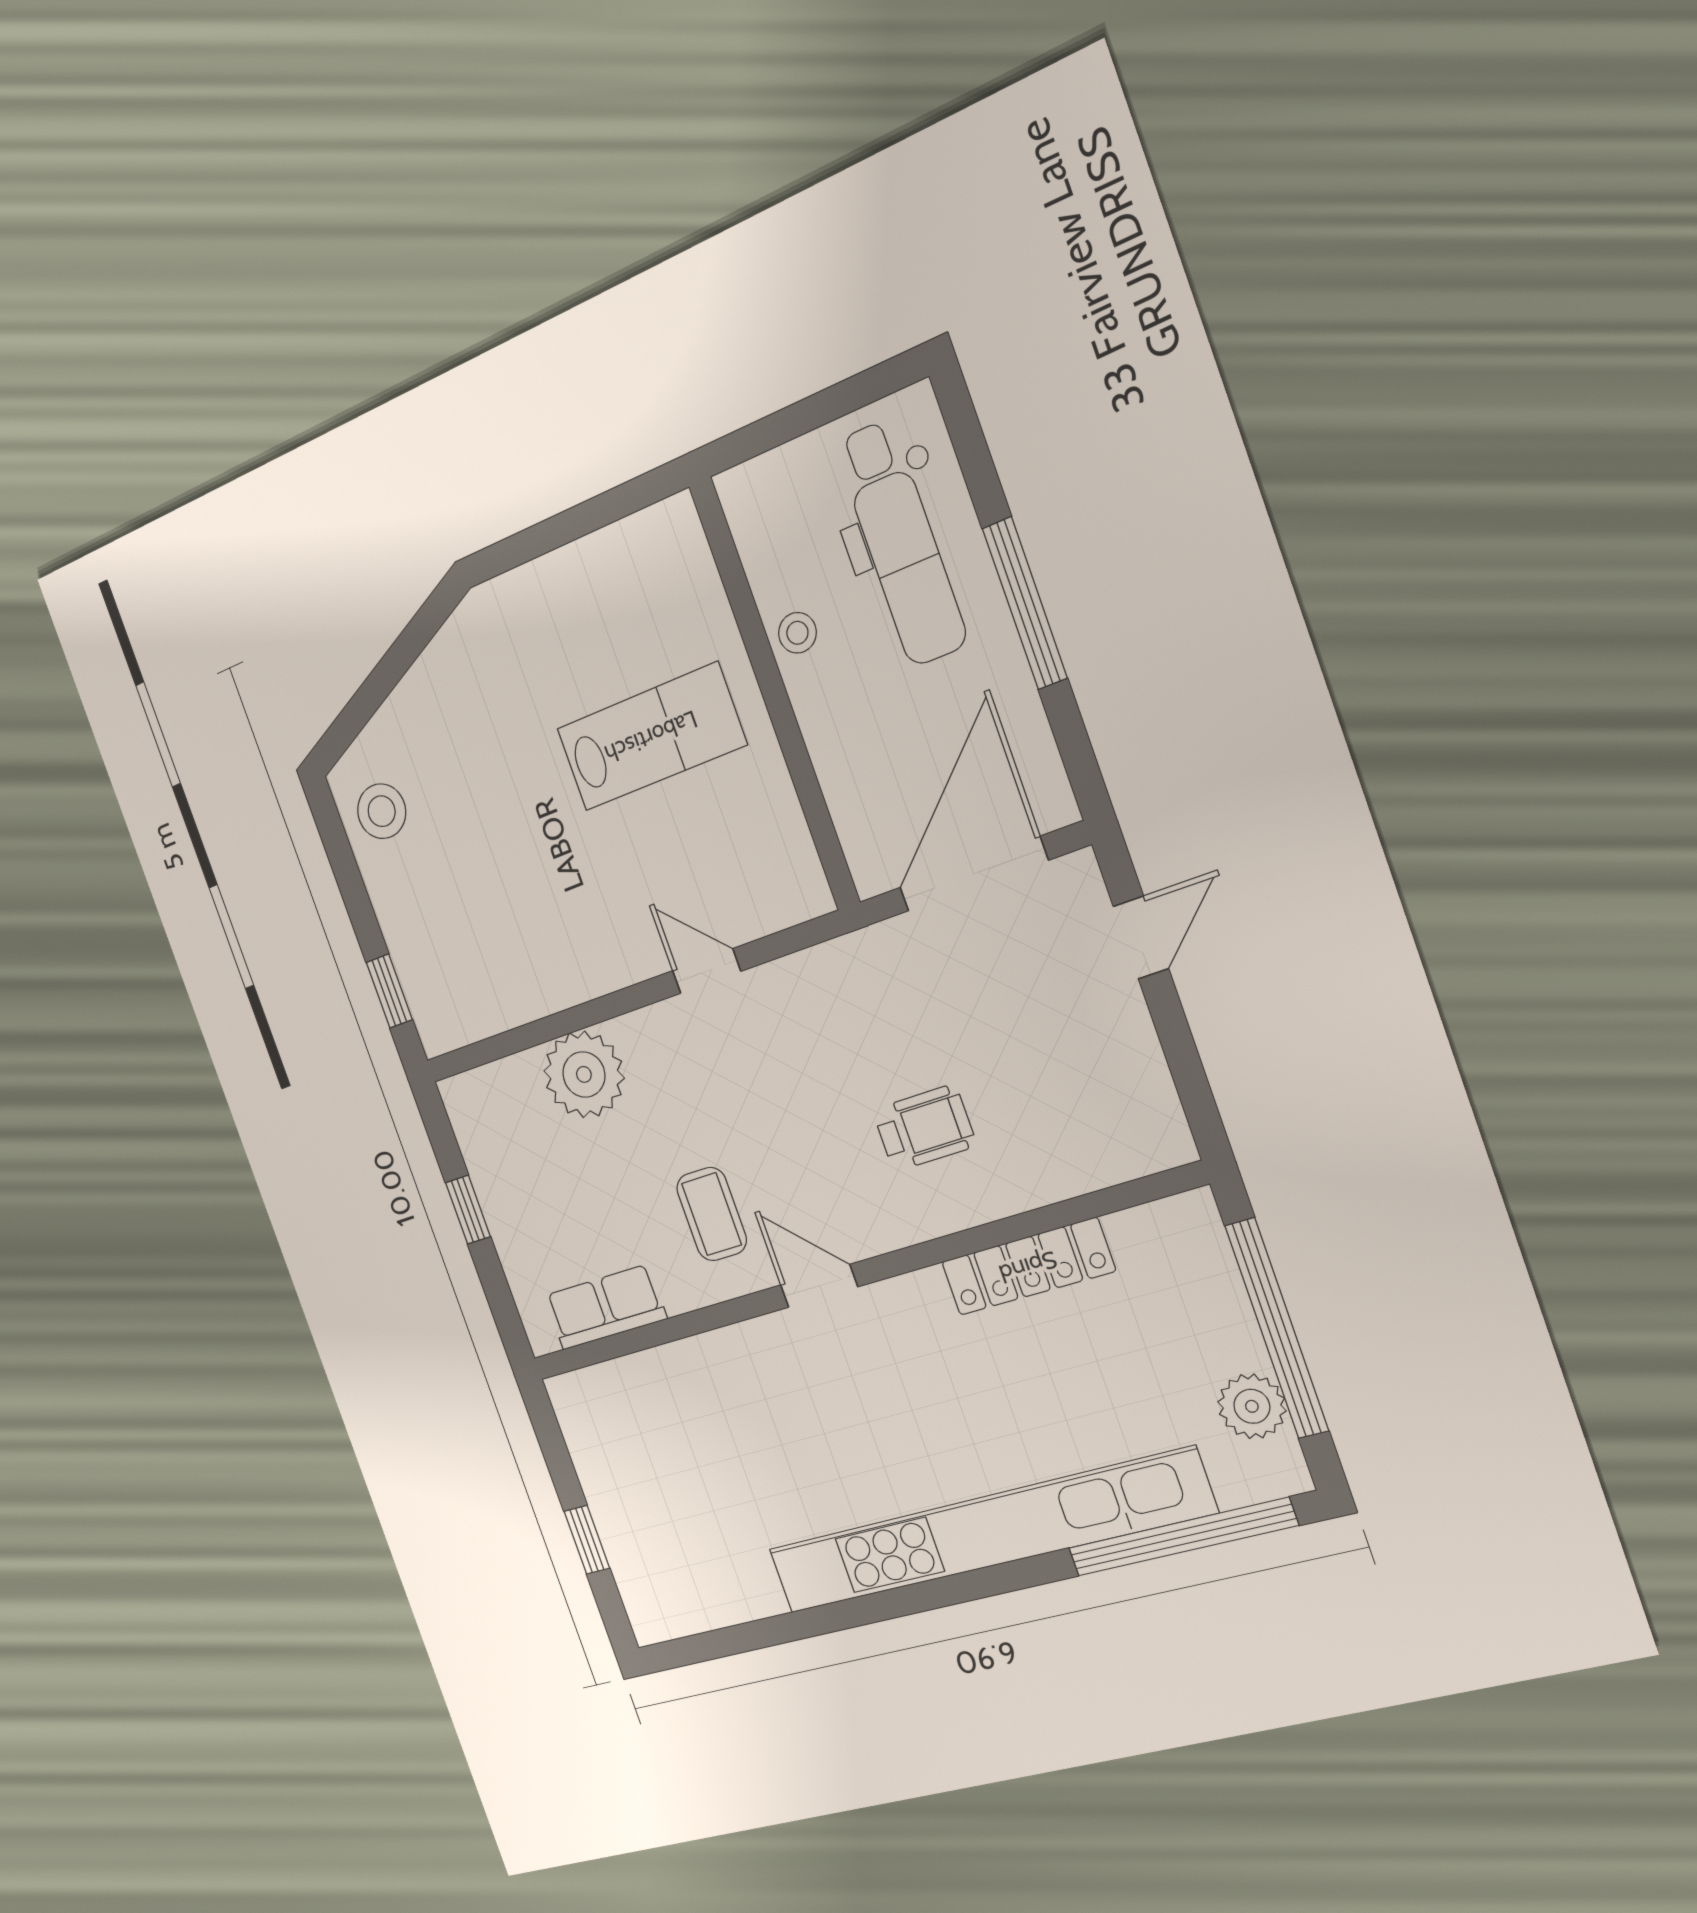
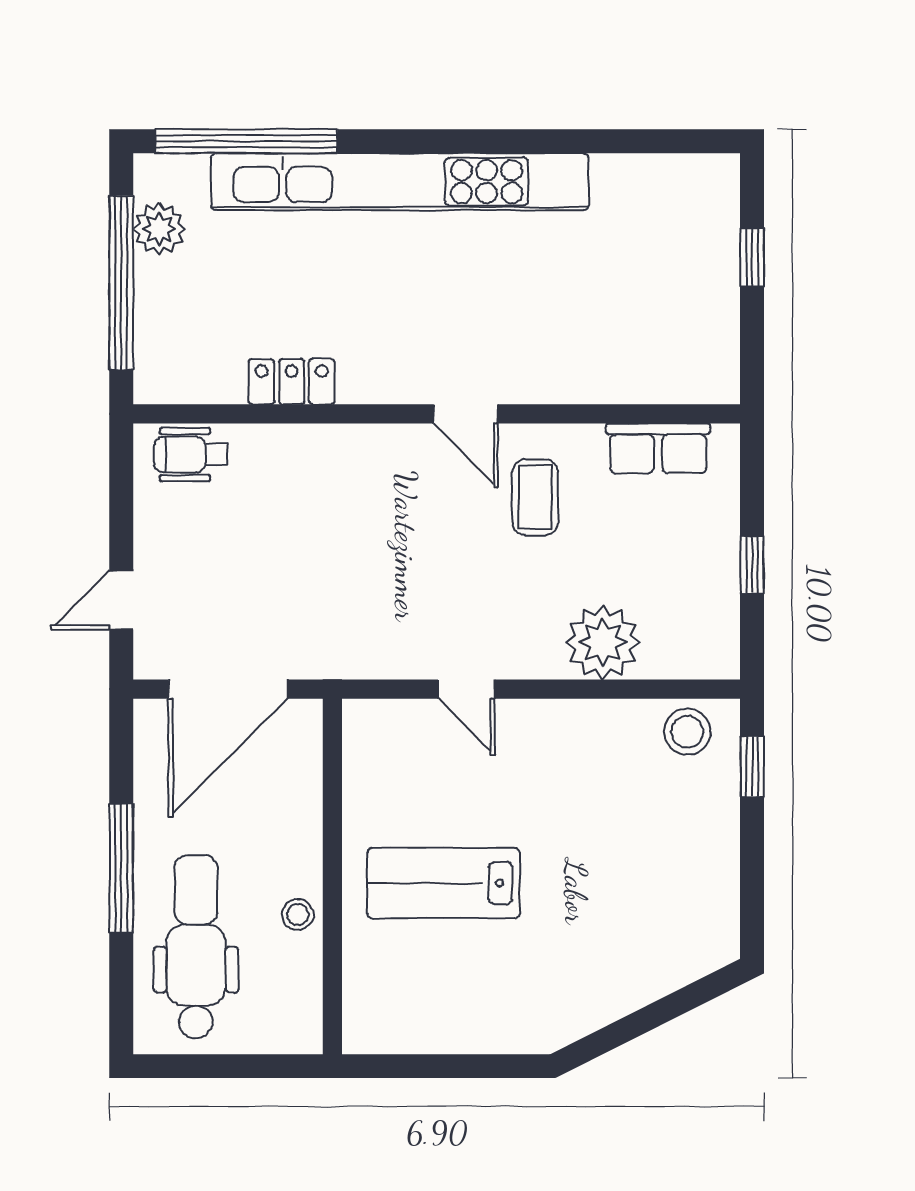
stool: (382, 811) -> (687, 732), moved
wheelchair: (924, 1128) -> (191, 455), moved
locker: (1028, 1267) -> (292, 382), width x0.66

